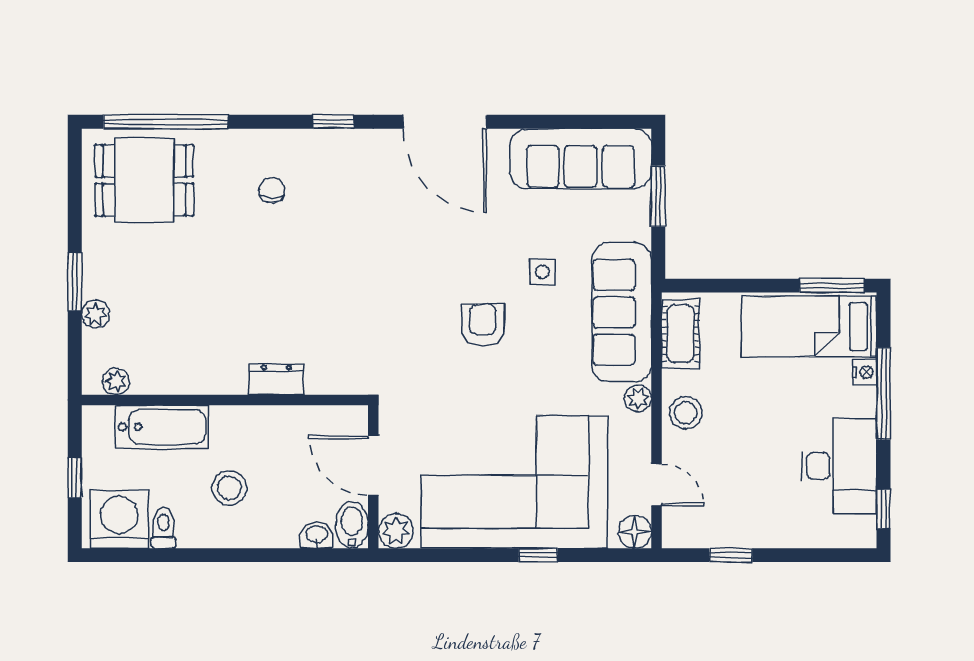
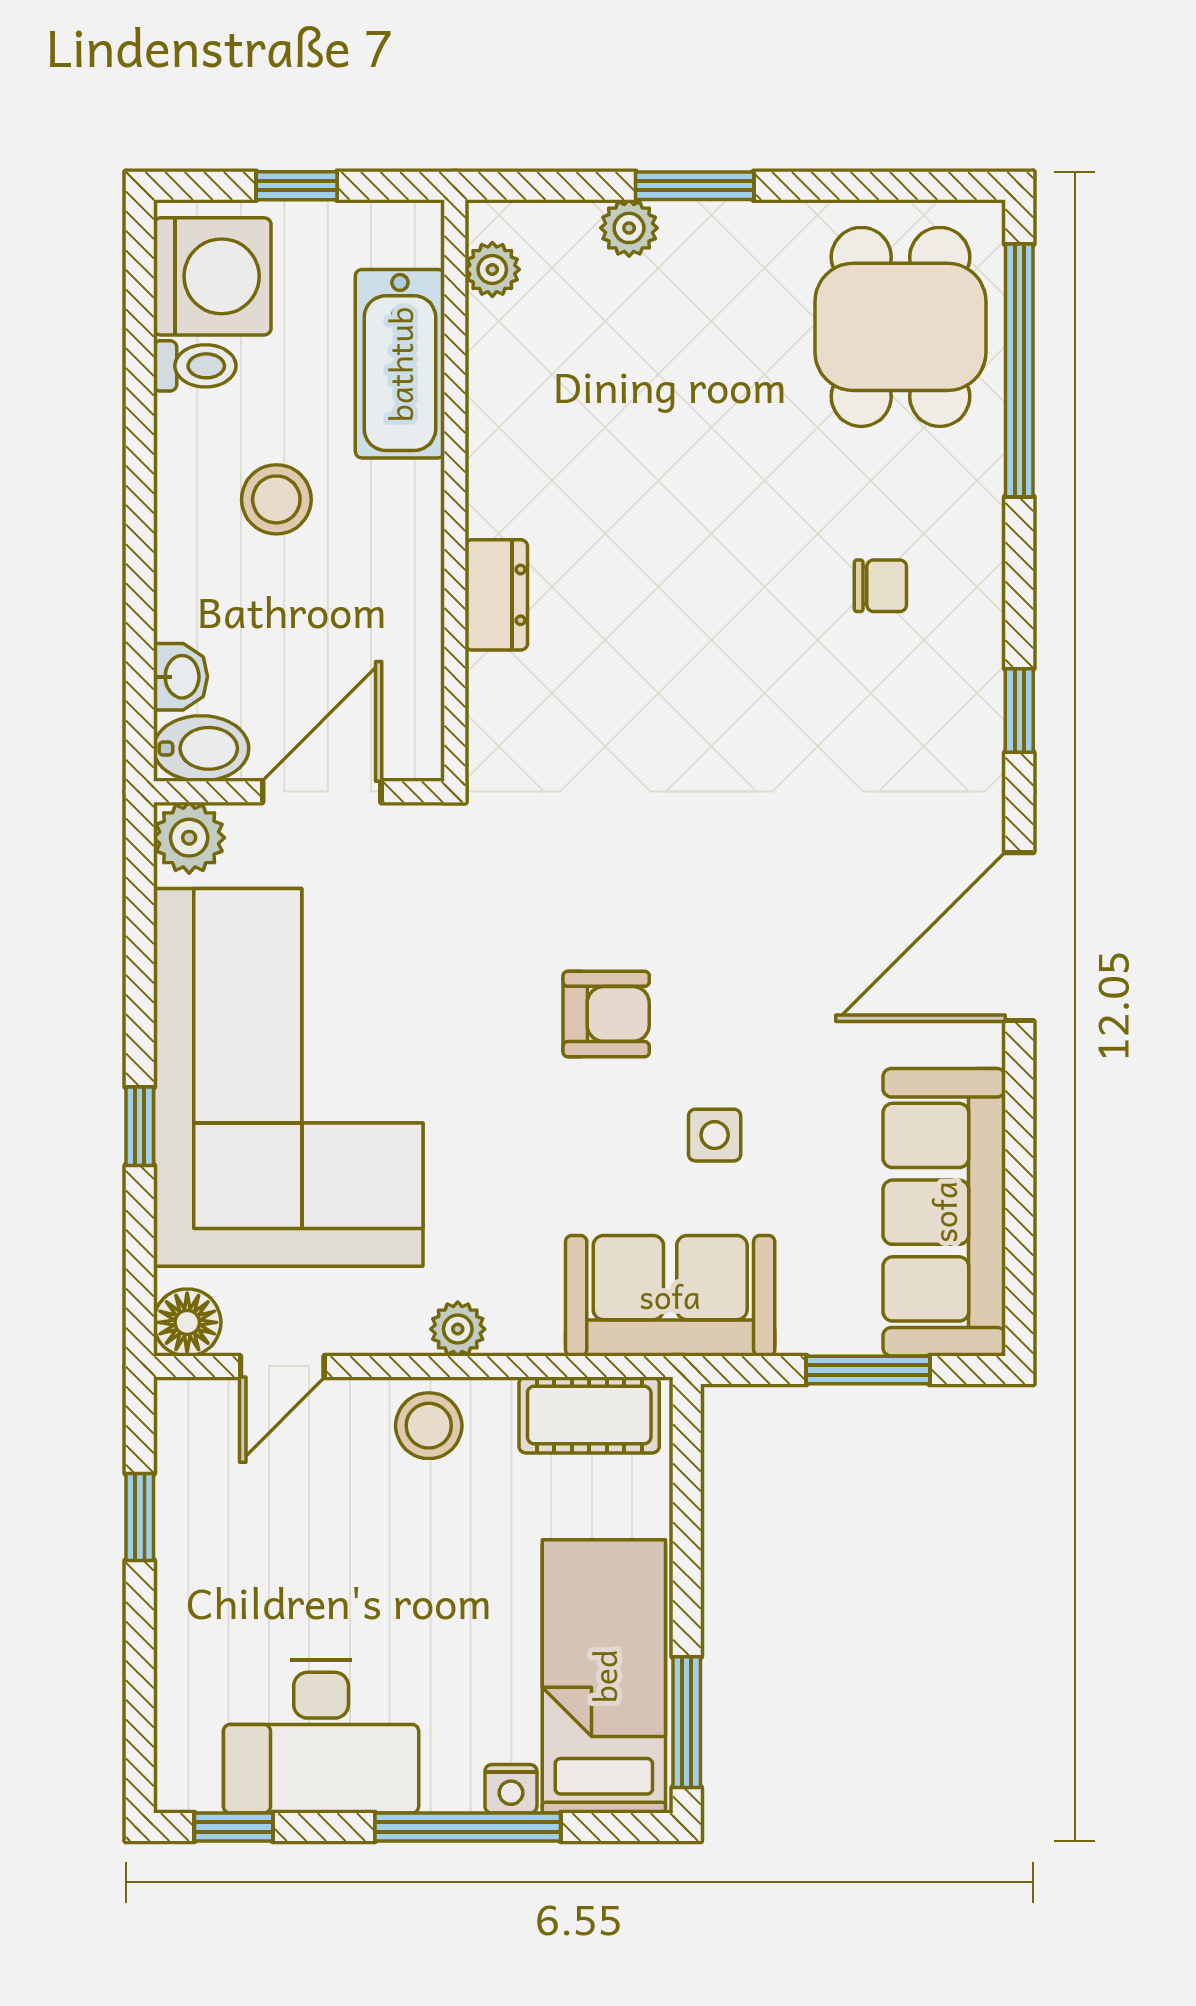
sofa: (622, 312) -> (670, 1296), width x0.73

